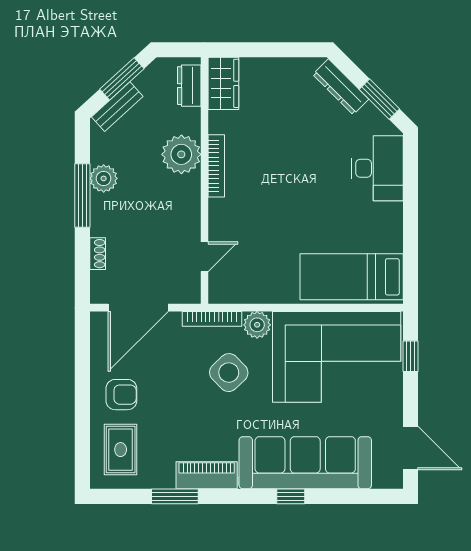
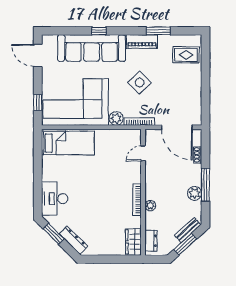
plant: (181, 154) -> (150, 206), width x0.53, depth x0.53
door: (138, 308) -> (177, 127), swing flipped
side table: (229, 373) -> (140, 83), moved
armchair: (121, 395) -> (186, 83), removed
rug: (121, 450) -> (186, 55), turned 90

